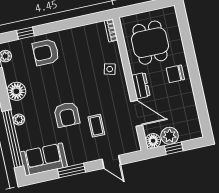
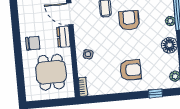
armchair: (46, 52) -> (131, 70), moved

